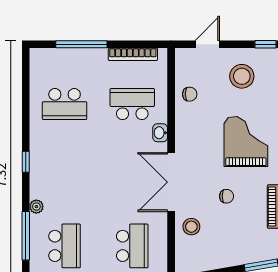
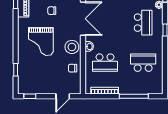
stool: (242, 76) -> (72, 47), moved
school desk: (65, 175) -> (143, 23), added

